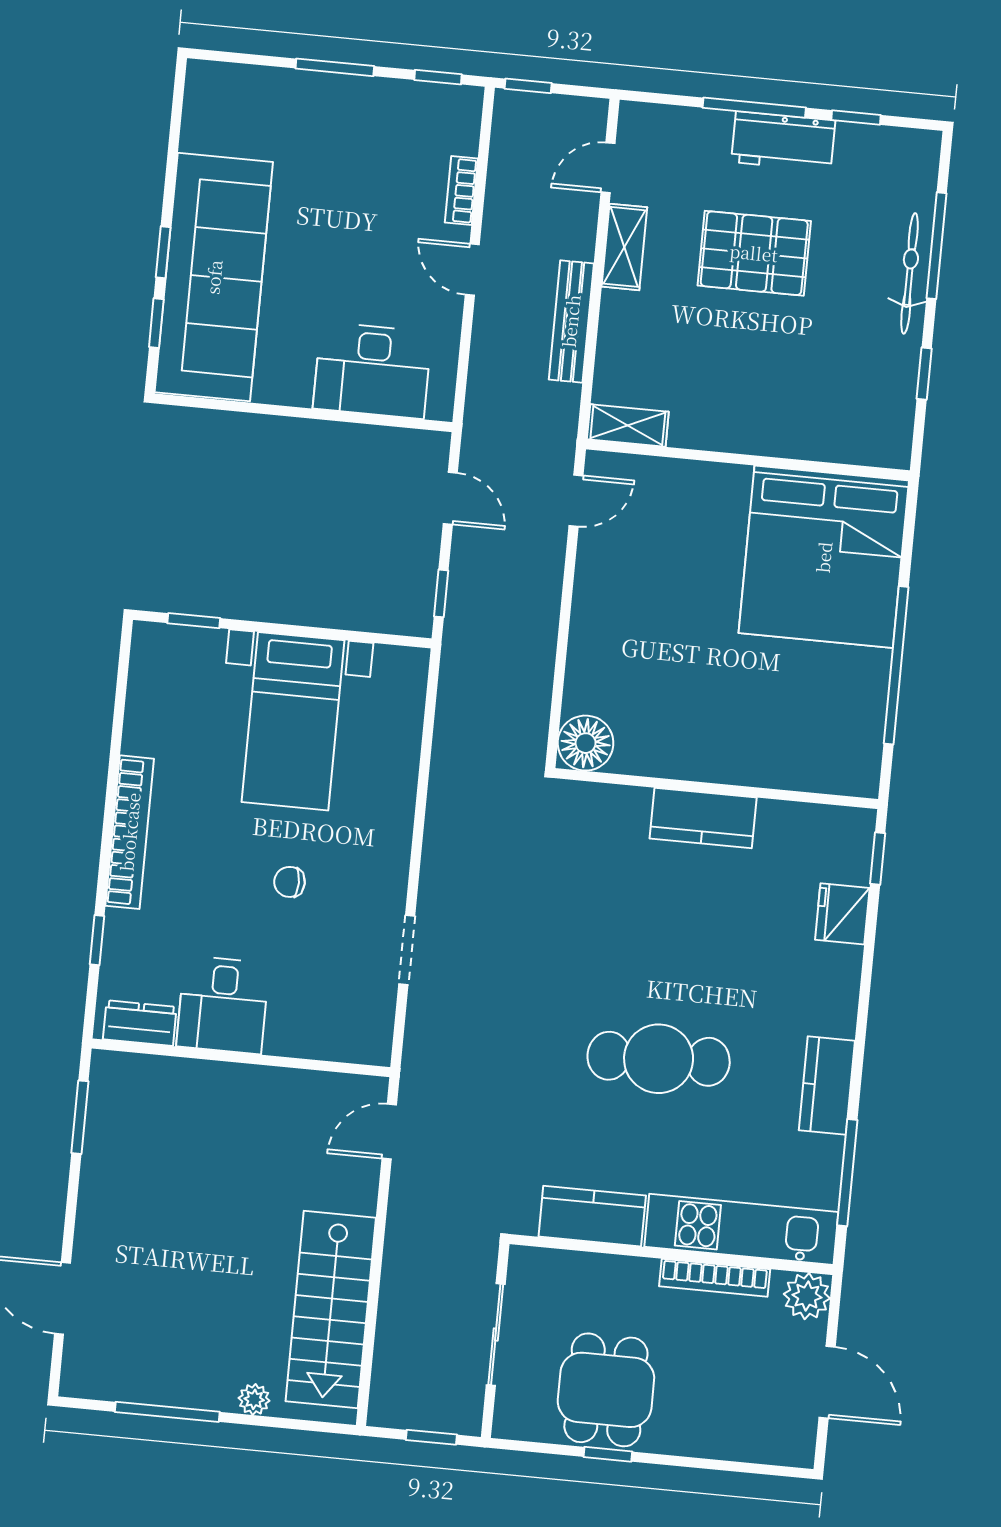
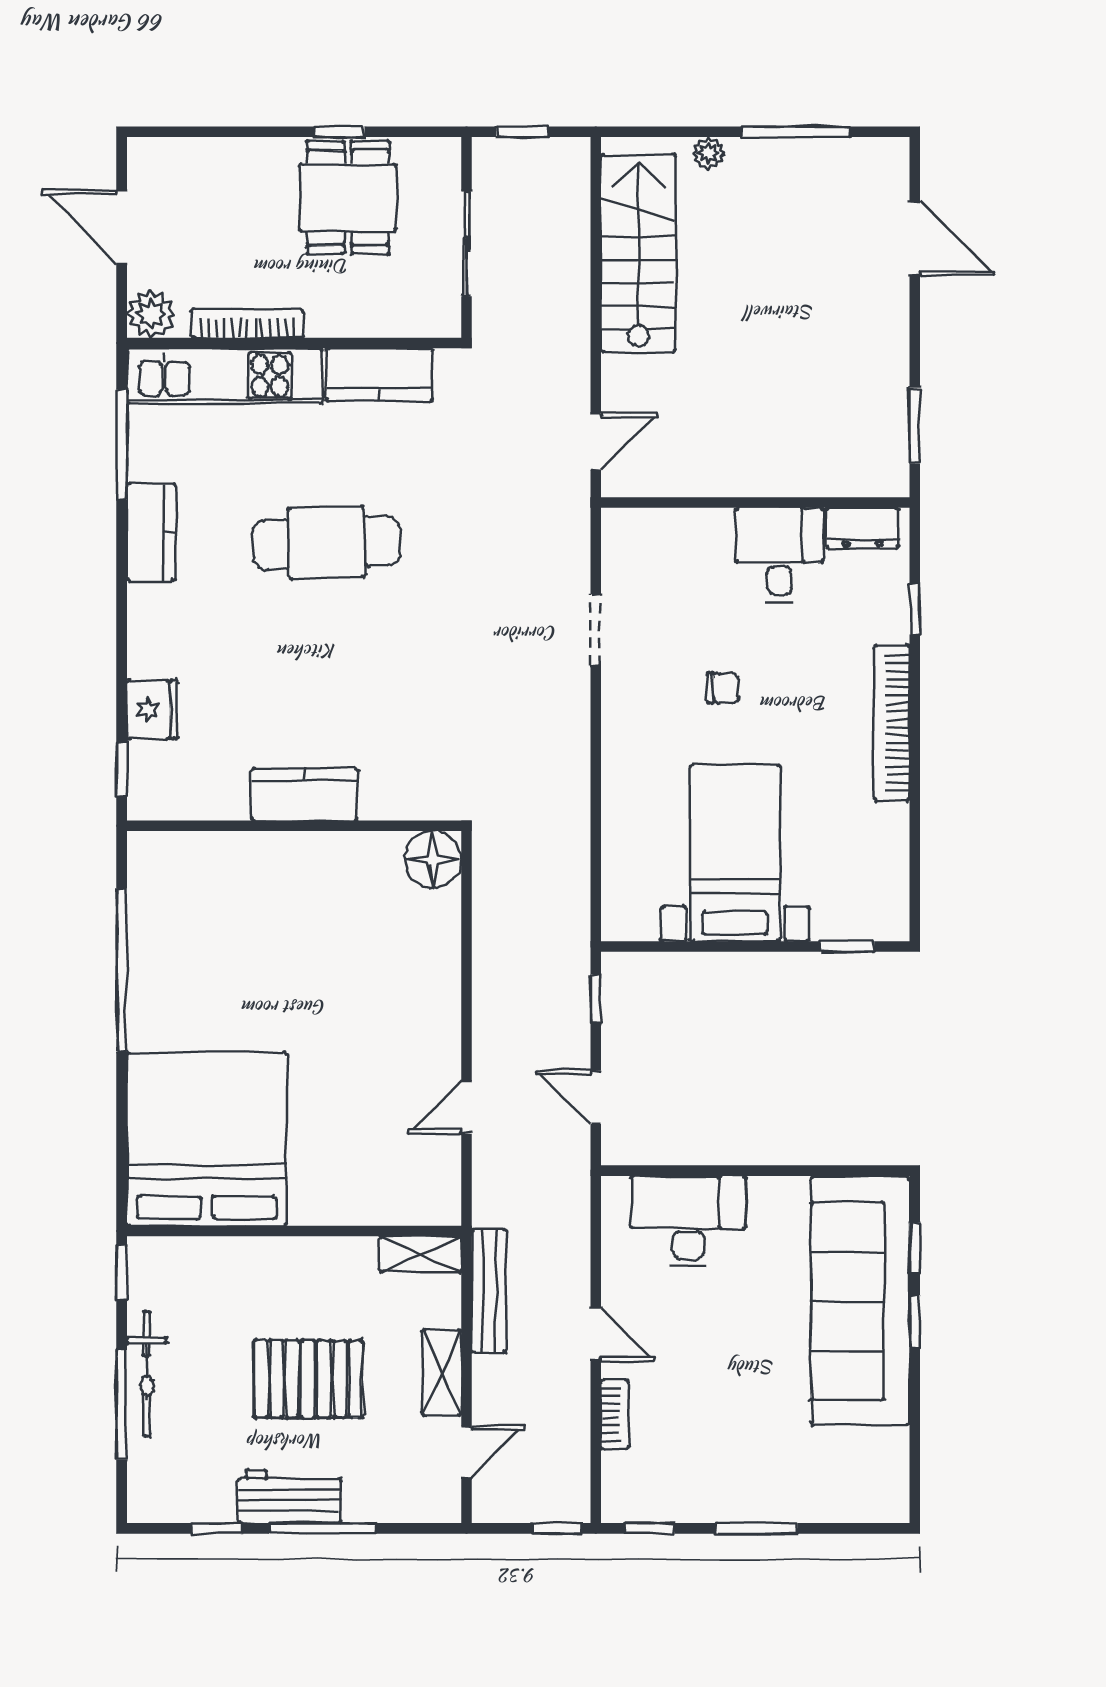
shelving: (628, 425) -> (421, 1254), moved
wall: (748, 460) -> (294, 1231), moved
bed: (824, 557) -> (207, 1139), moved

